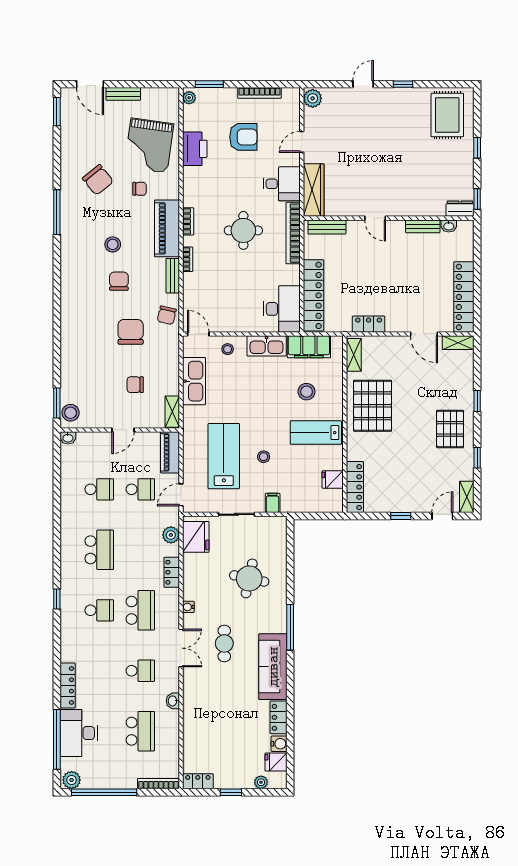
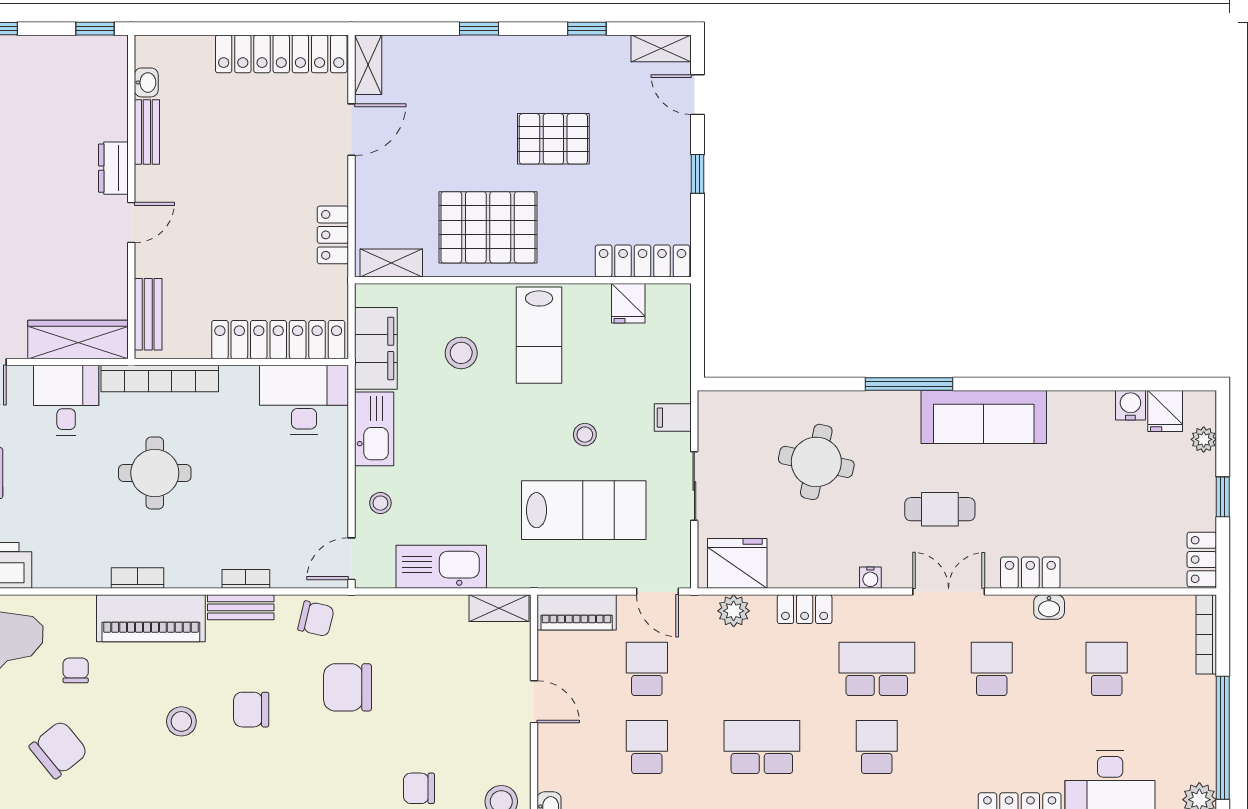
dresser: (460, 209) -> (113, 168), moved
bookcase: (188, 259) -> (246, 579), moved
chair: (135, 385) -> (419, 788), moved, turned 90
pallet: (450, 429) -> (553, 139), moved
lab bench: (224, 456) -> (584, 510), turned 180
locker: (279, 717) -> (1030, 573), moved, turned 180
school desk: (140, 731) -> (1107, 669), width x0.54

